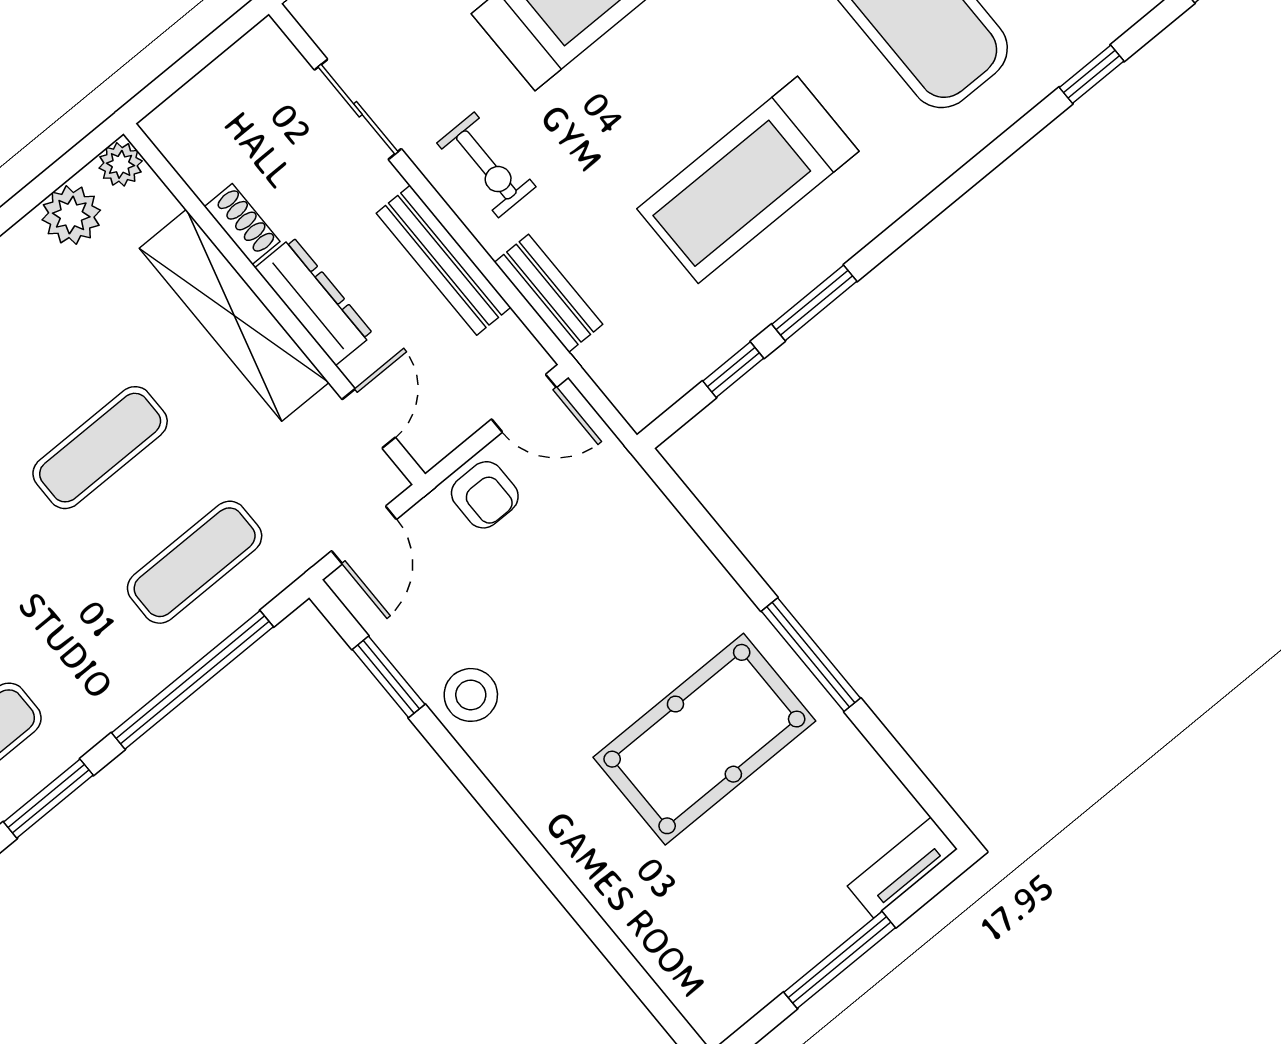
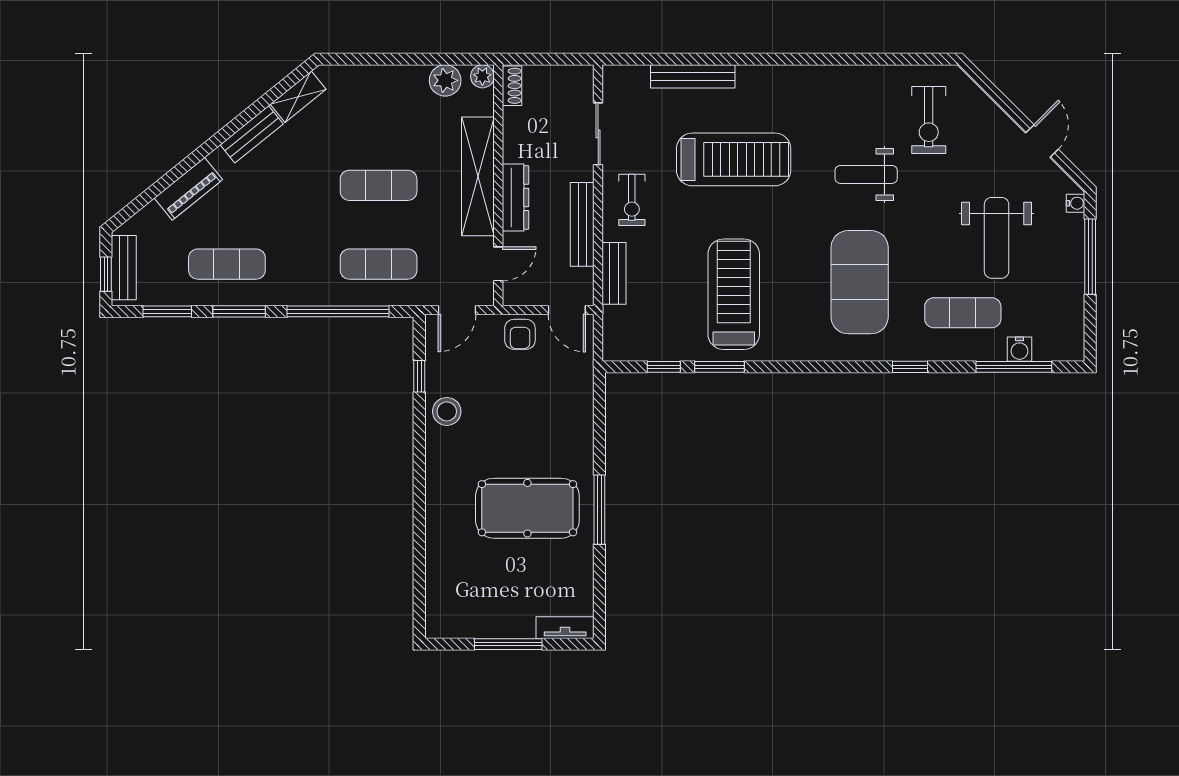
treadmill: (748, 180) -> (734, 294), turned 90
shoe rack: (242, 224) -> (512, 86), moved
window: (389, 677) -> (419, 376), width x0.67

